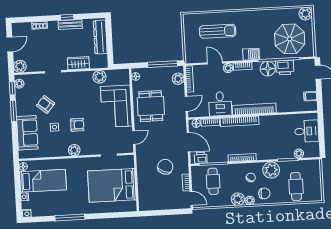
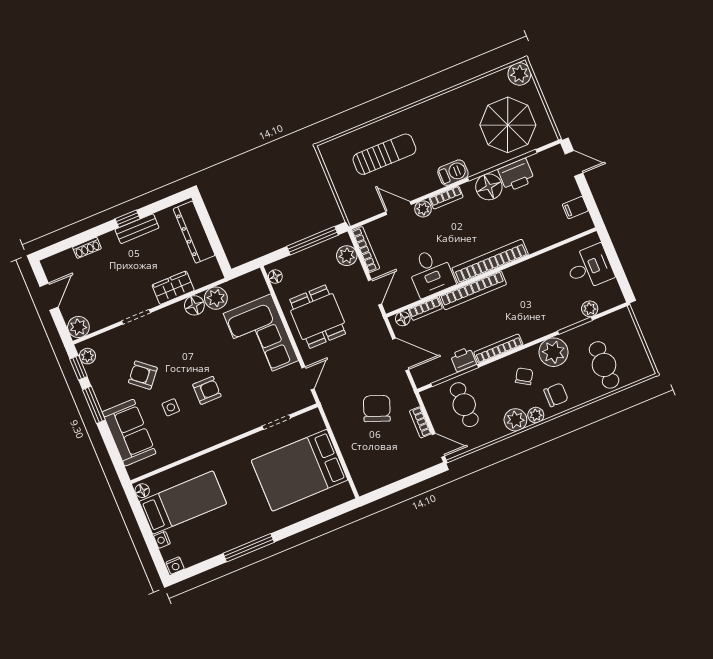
floor lamp: (87, 77) -> (194, 305), added
plant: (74, 150) -> (217, 434), removed
printer: (201, 158) -> (463, 359), moved

